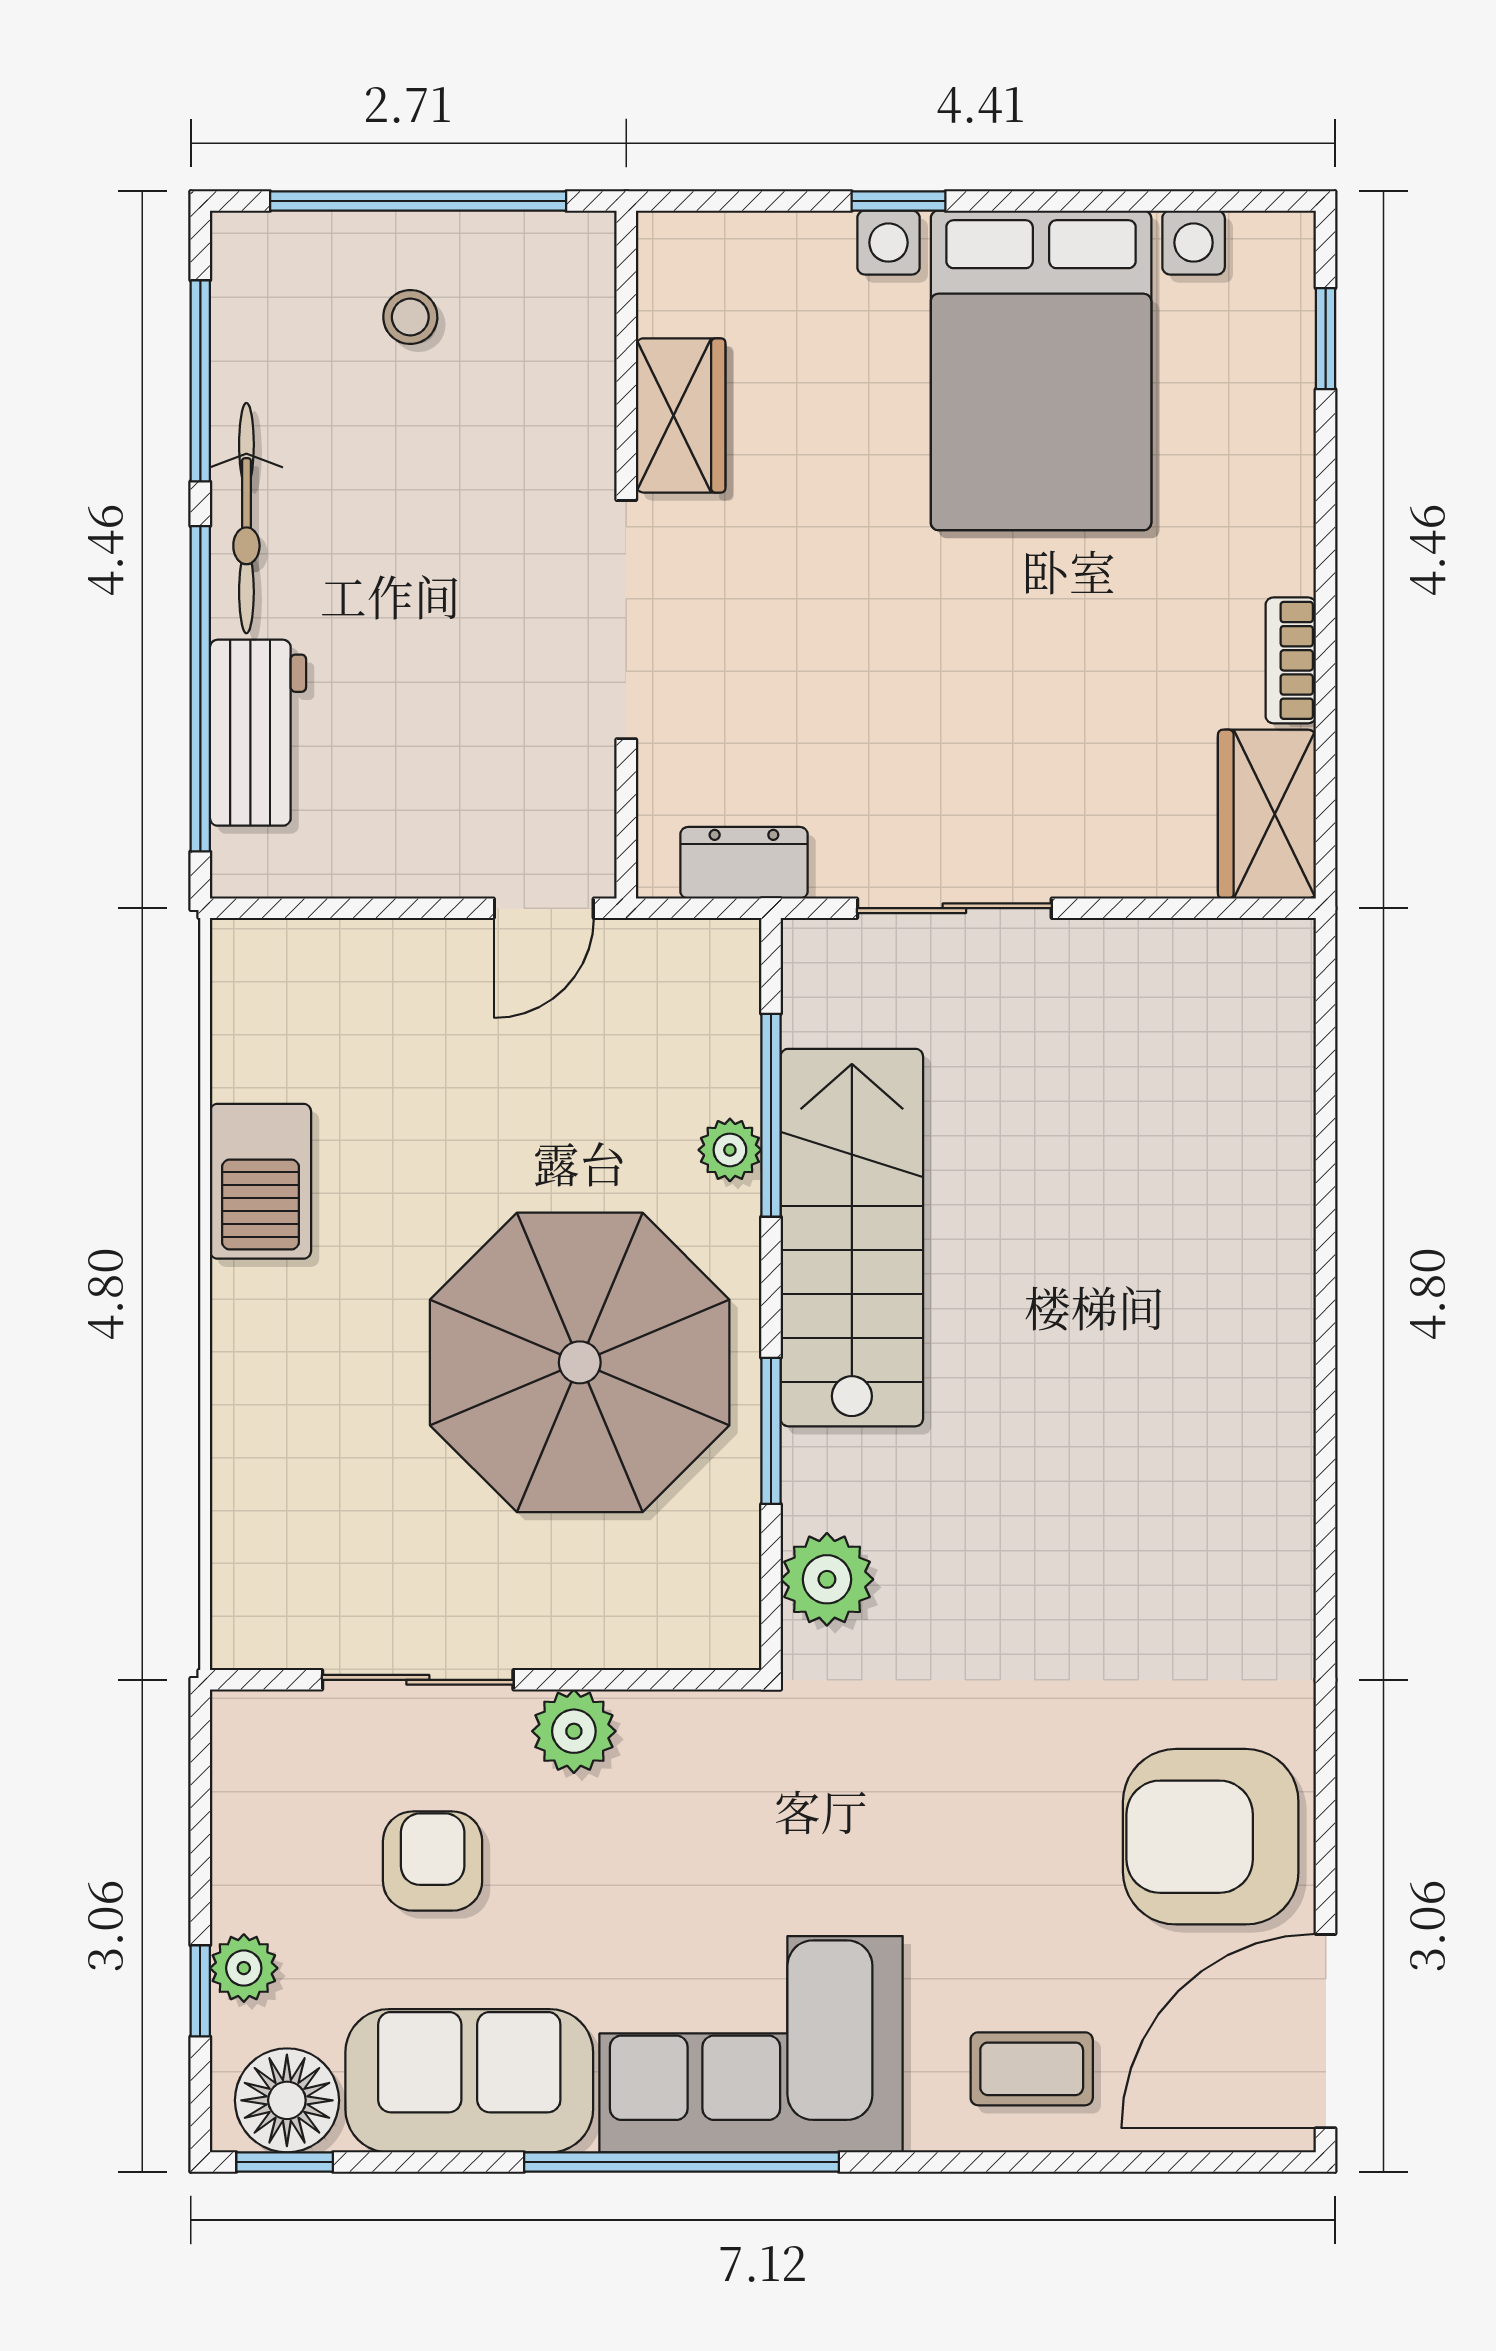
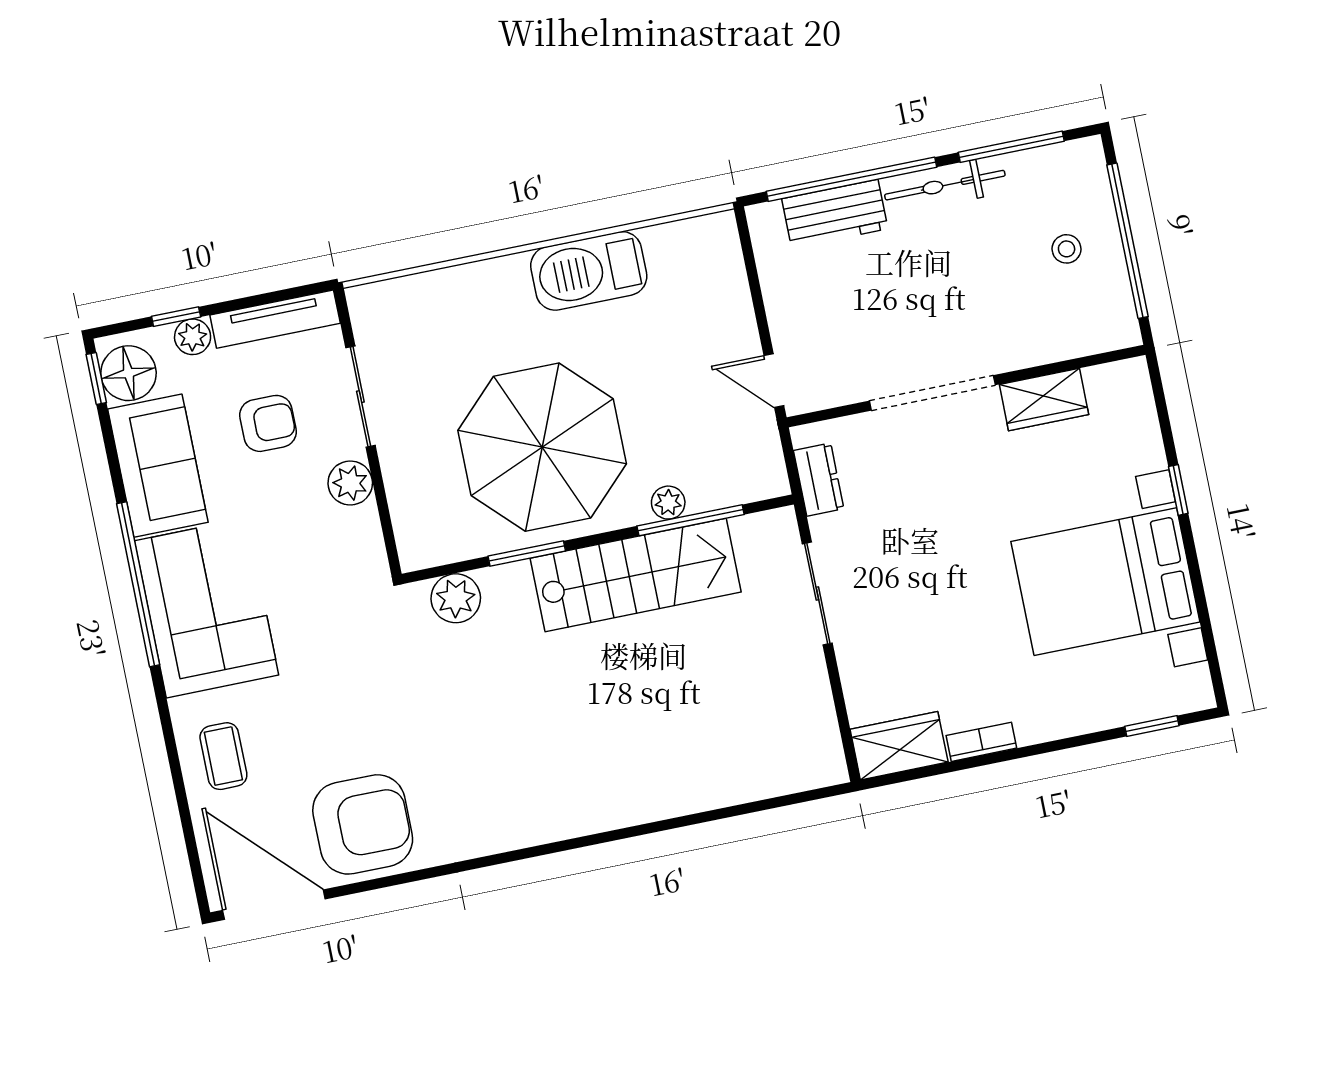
barbecue: (260, 1181) -> (589, 271), width x1.37, depth x1.21
tv unit: (242, 1809) -> (275, 319), added
armchair: (1211, 1837) -> (363, 824), turned 90

